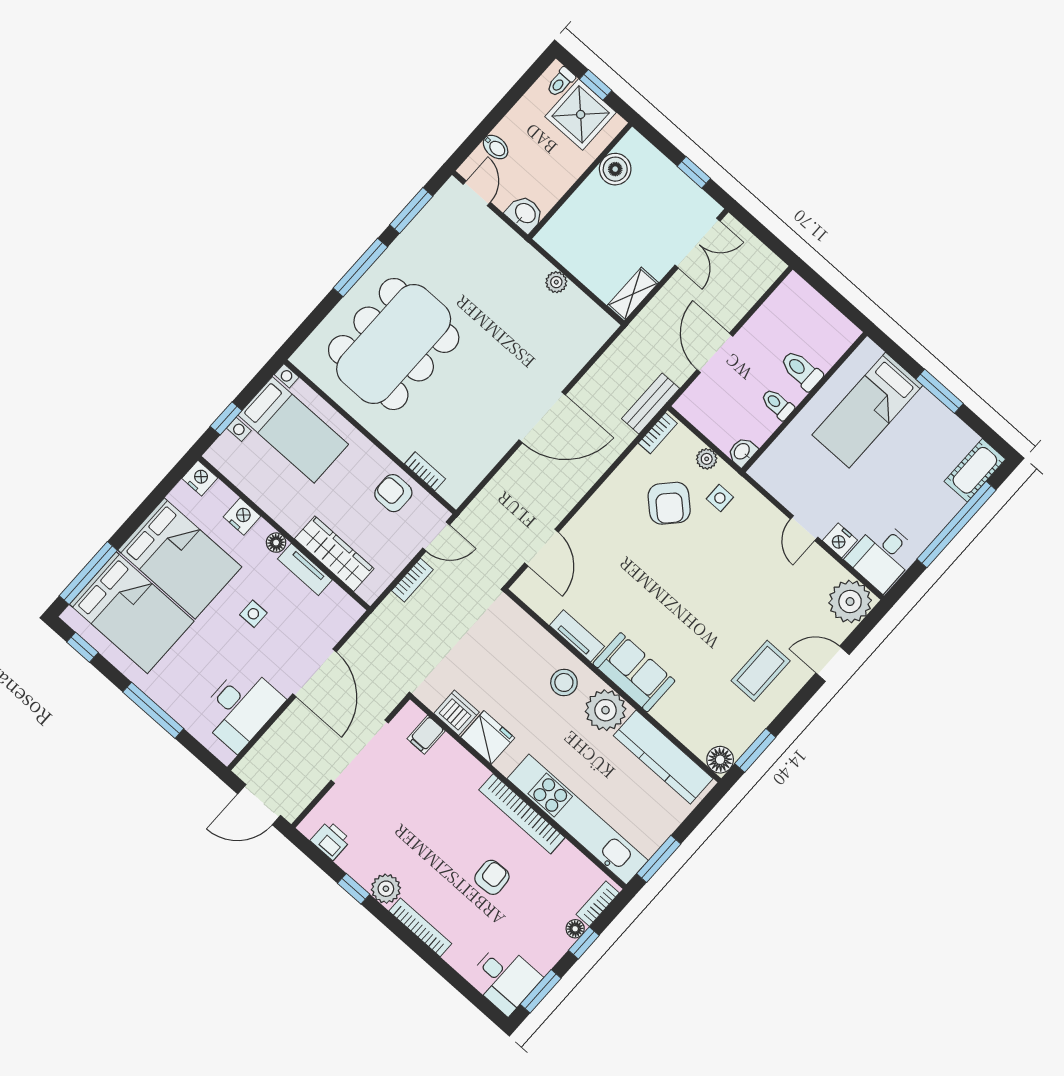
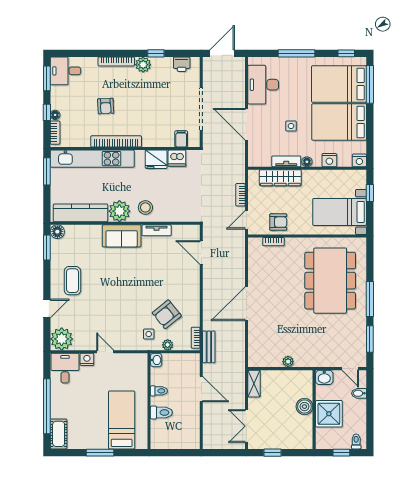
shower: (581, 114) -> (329, 414), moved
boiler: (615, 169) -> (304, 407), moved
armchair: (669, 503) -> (167, 314), turned -82

